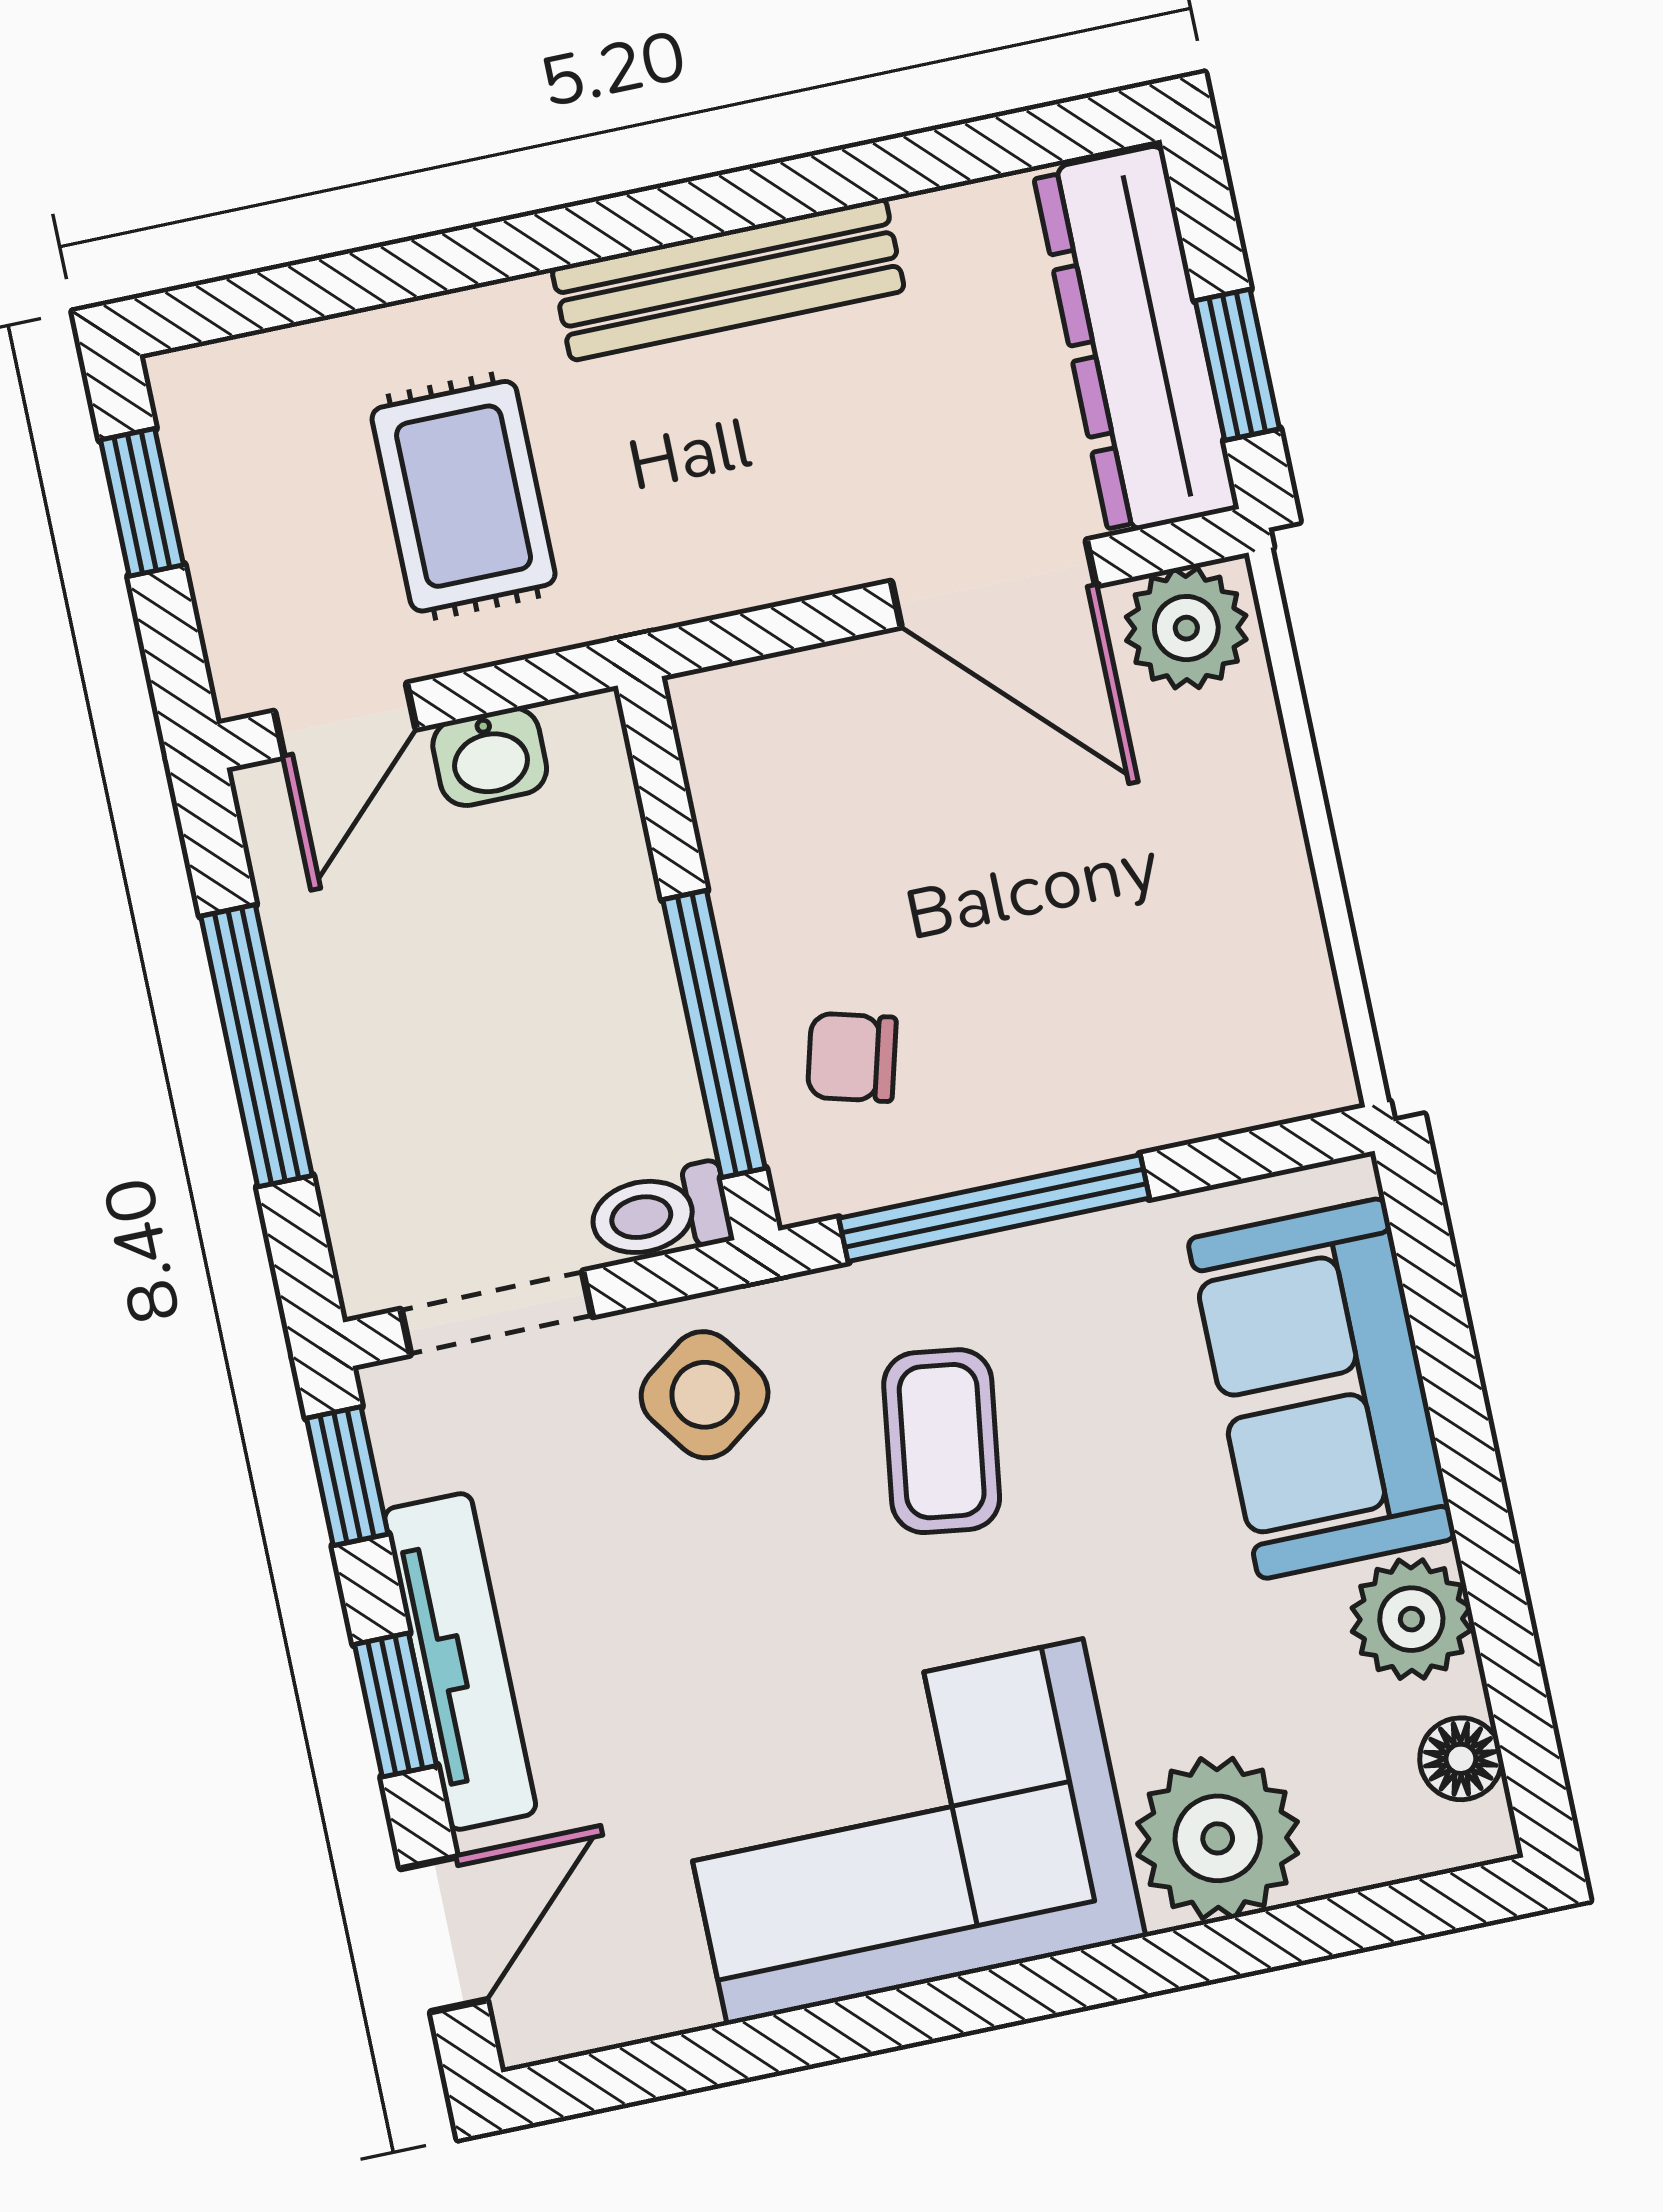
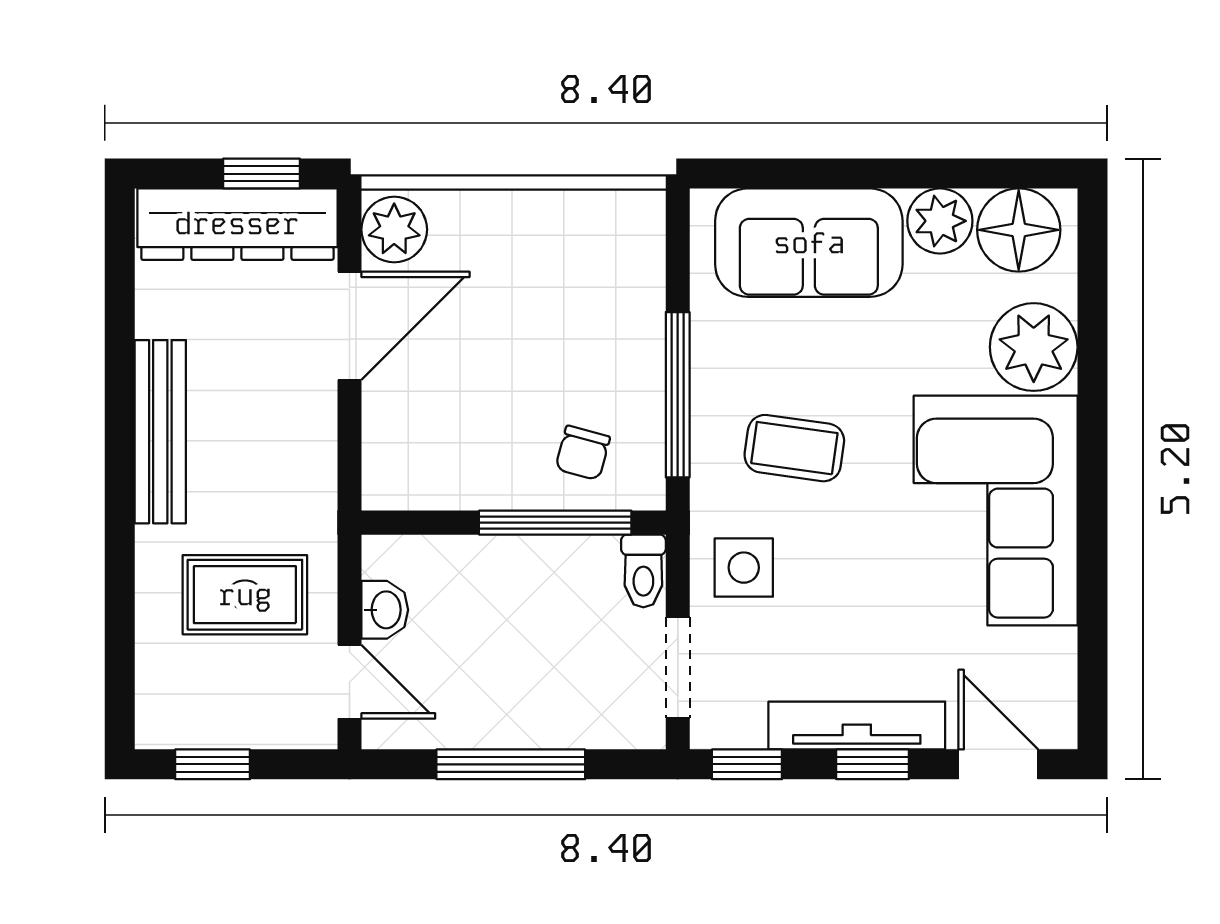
side table: (705, 1395) -> (744, 568), turned 36
floor lamp: (1461, 1759) -> (1019, 230), width x1.89, depth x1.89

